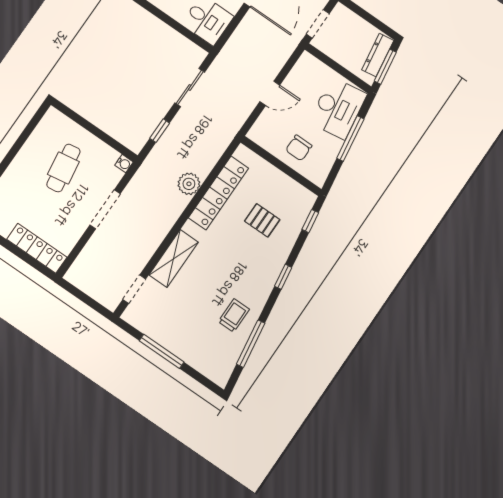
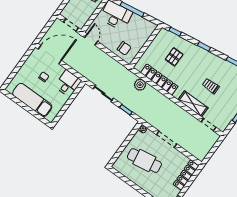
door: (270, 93) -> (91, 40), moved
chair: (299, 148) -> (124, 48), moved
cafe table: (63, 168) -> (144, 161), width x1.37, depth x1.35
plant: (189, 184) -> (140, 85), moved
trolley: (234, 315) -> (211, 86), moved

